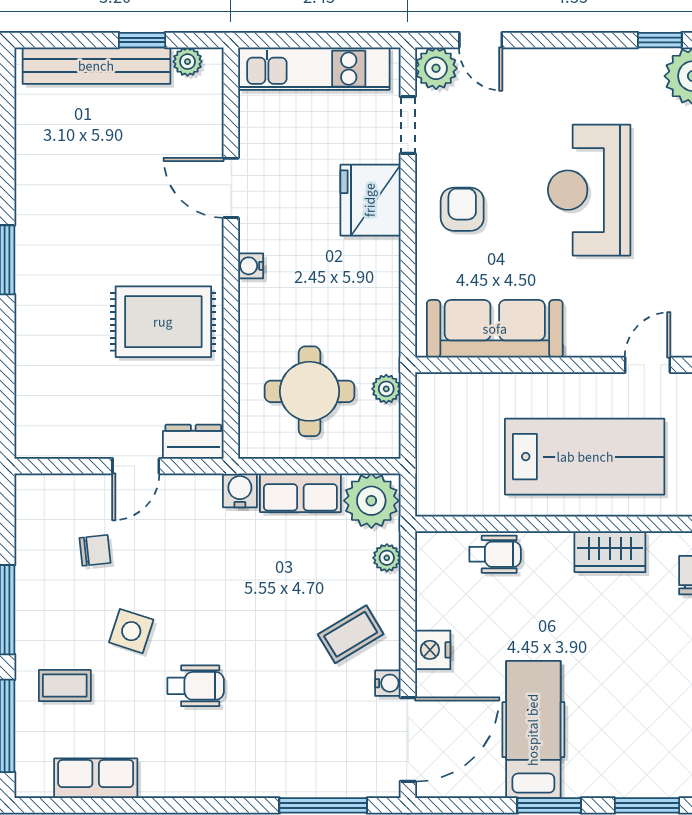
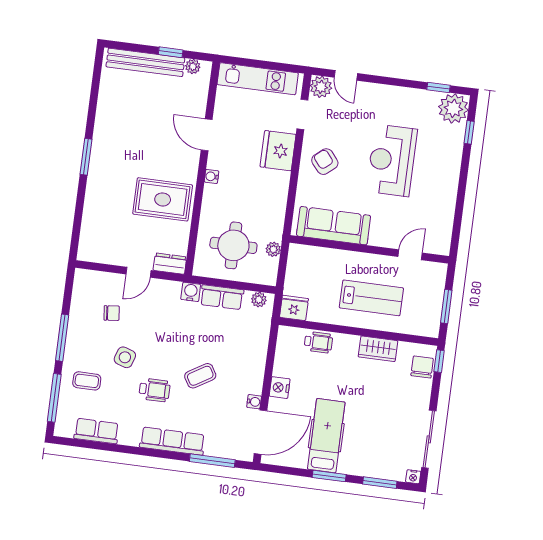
armchair: (462, 209) -> (325, 162), turned -40
lab bench: (585, 457) -> (371, 298), width x0.73, depth x0.72
fridge: (440, 495) -> (294, 308), added
plant: (371, 501) -> (259, 300), width x0.53, depth x0.53
plant: (387, 558) -> (262, 337), removed
coffee table: (351, 634) -> (200, 376), moved
row of seats: (242, 778) -> (172, 441), added

